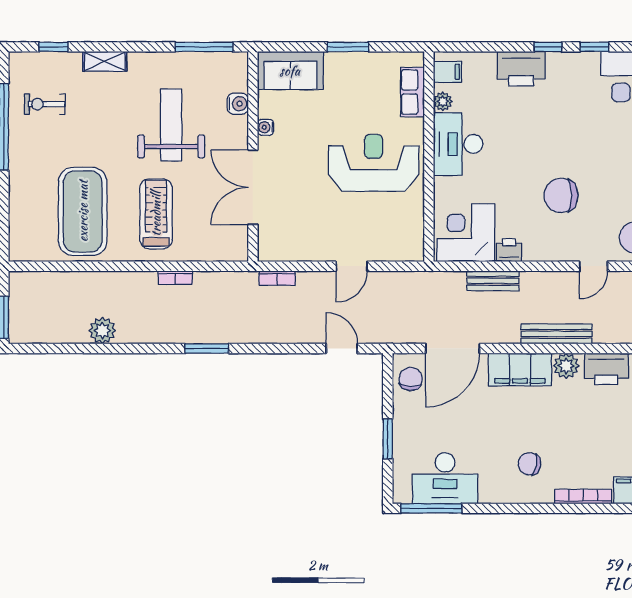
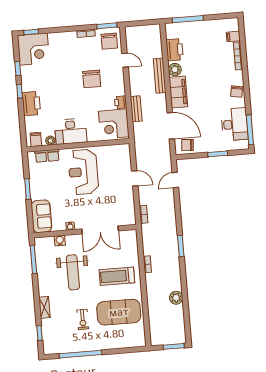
exercise bike: (45, 104) -> (83, 319), moved
weight bench: (171, 125) -> (73, 272), turned -90
chair: (529, 464) -> (237, 92), moved

